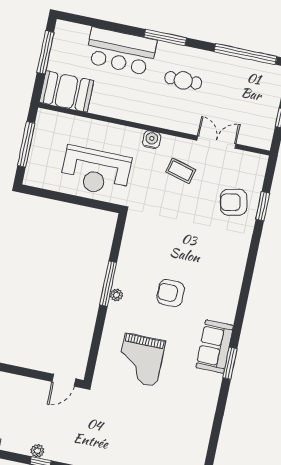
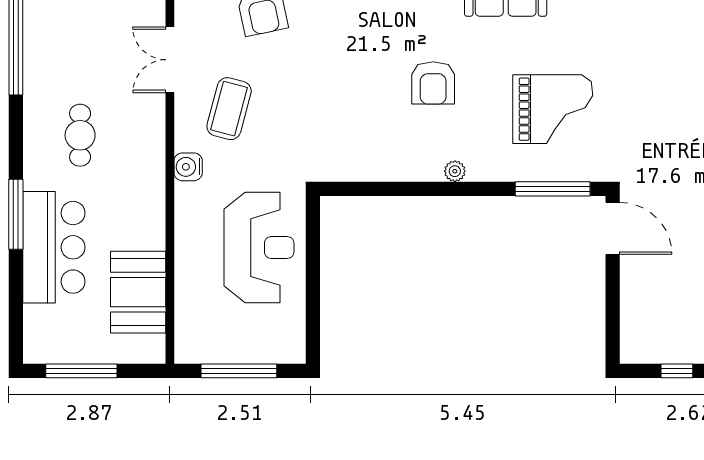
window: (165, 37) -> (16, 214), moved
booth: (66, 91) -> (138, 292), moved
coffee table: (181, 171) -> (229, 109), width x1.36, depth x1.30
window: (108, 284) -> (553, 189), moved
door: (64, 380) -> (613, 228), width x1.38

